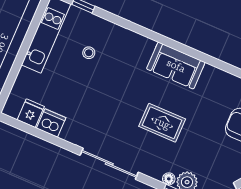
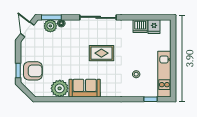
plant: (214, 81) -> (60, 88), added
rug: (162, 123) -> (101, 53), moved

